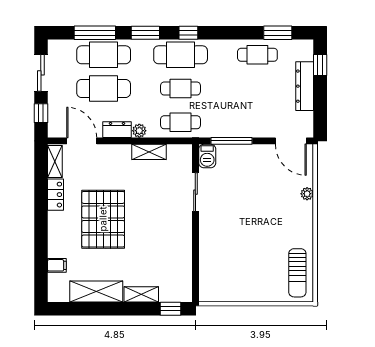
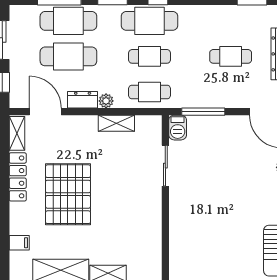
cafe table: (257, 55) -> (231, 56), moved
locker: (55, 195) -> (18, 177), width x1.53

